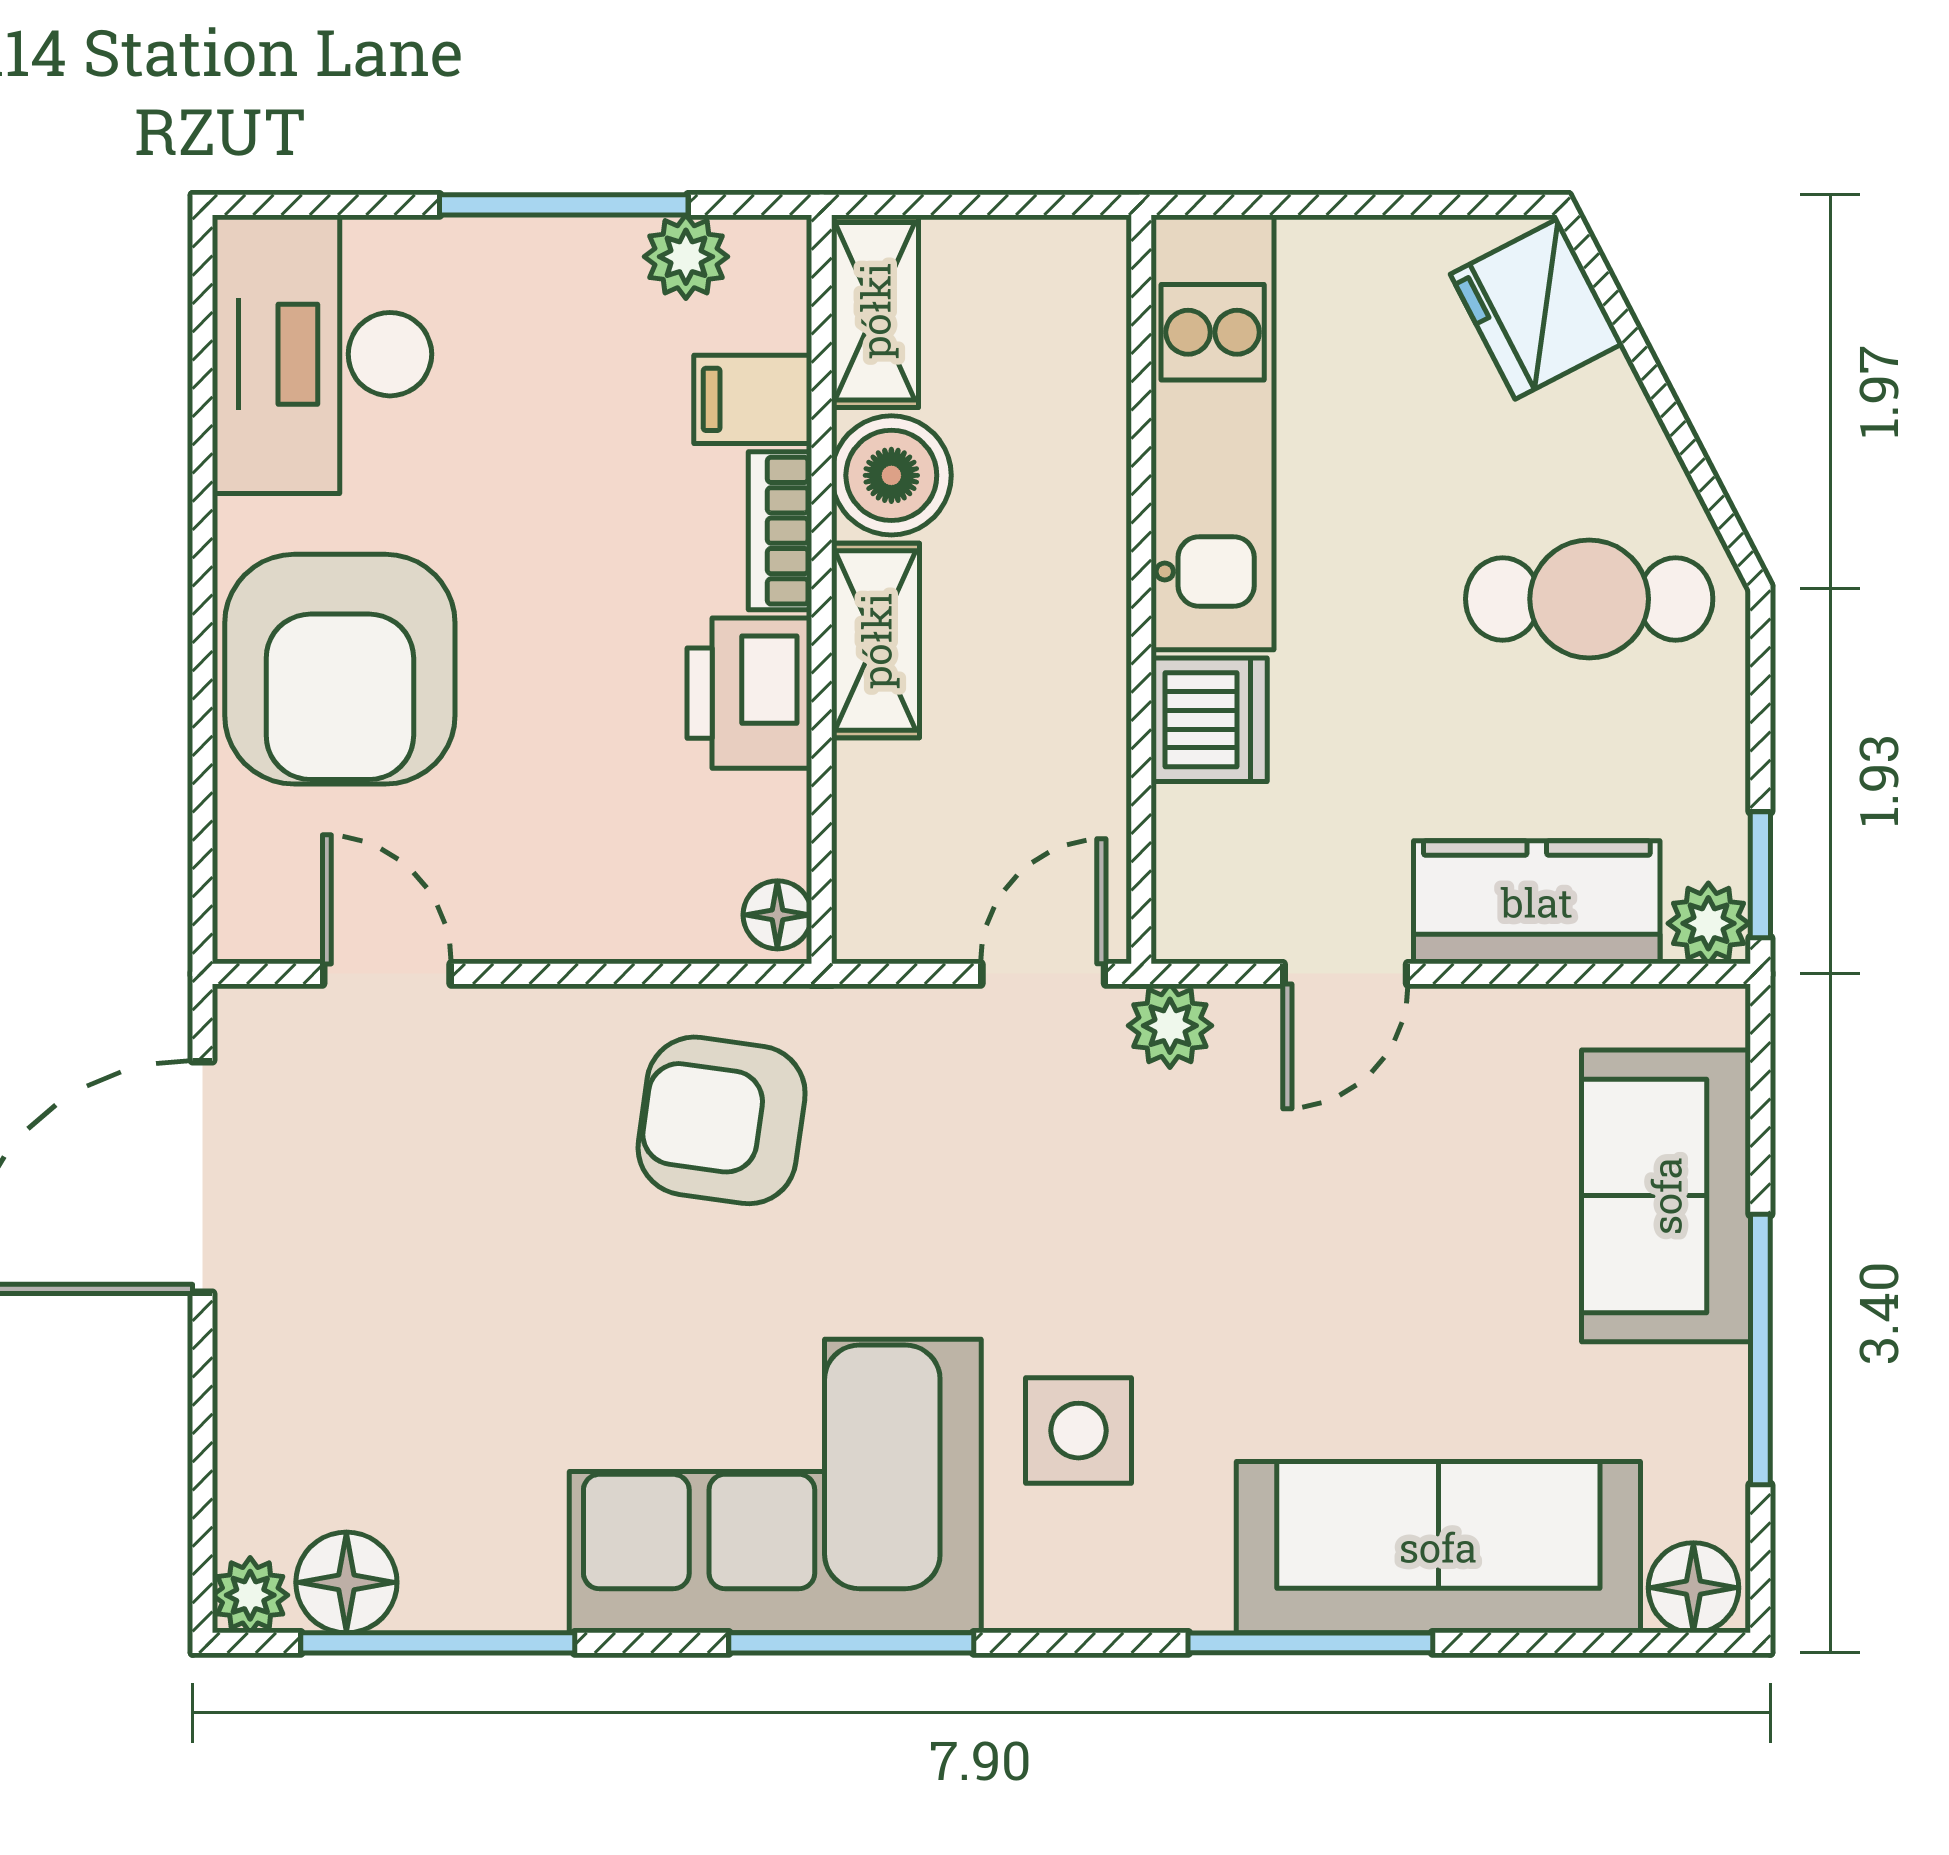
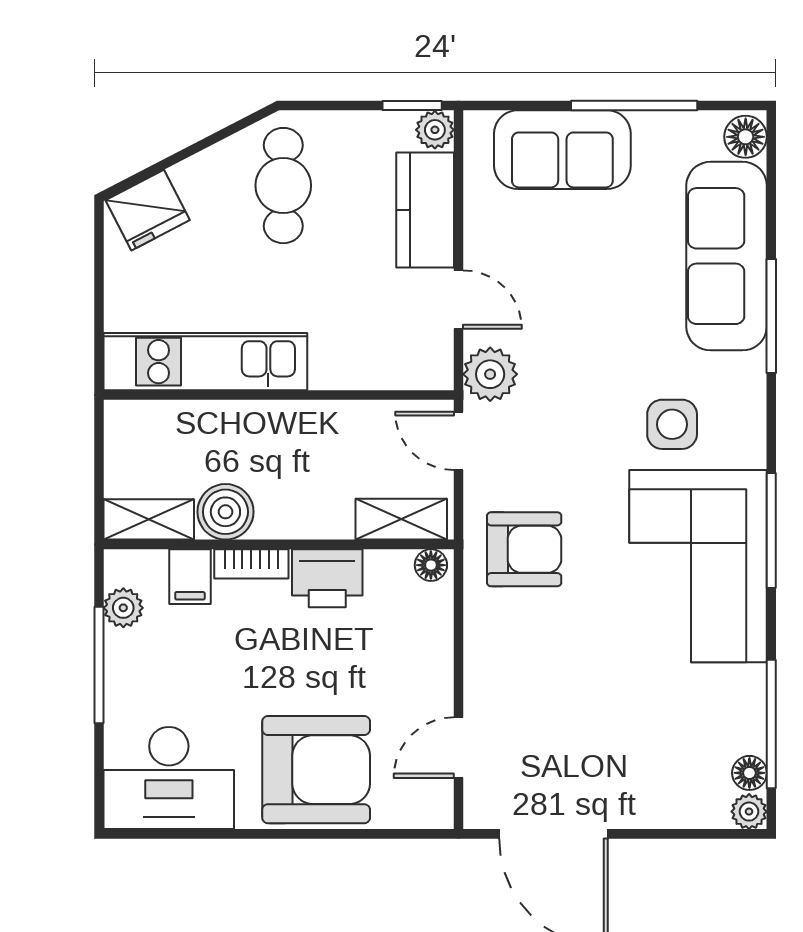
shelving: (876, 641) -> (401, 519), moved
dishwasher: (1209, 720) -> (340, 363), removed
plant: (1170, 1026) -> (490, 374), width x1.38, depth x1.38
armchair: (722, 1120) -> (524, 549), moved, turned -98
floor lamp: (346, 1582) -> (749, 773), width x0.73, depth x0.73

